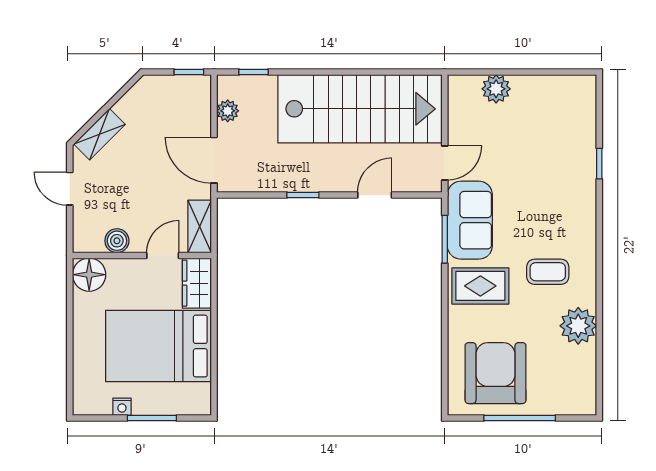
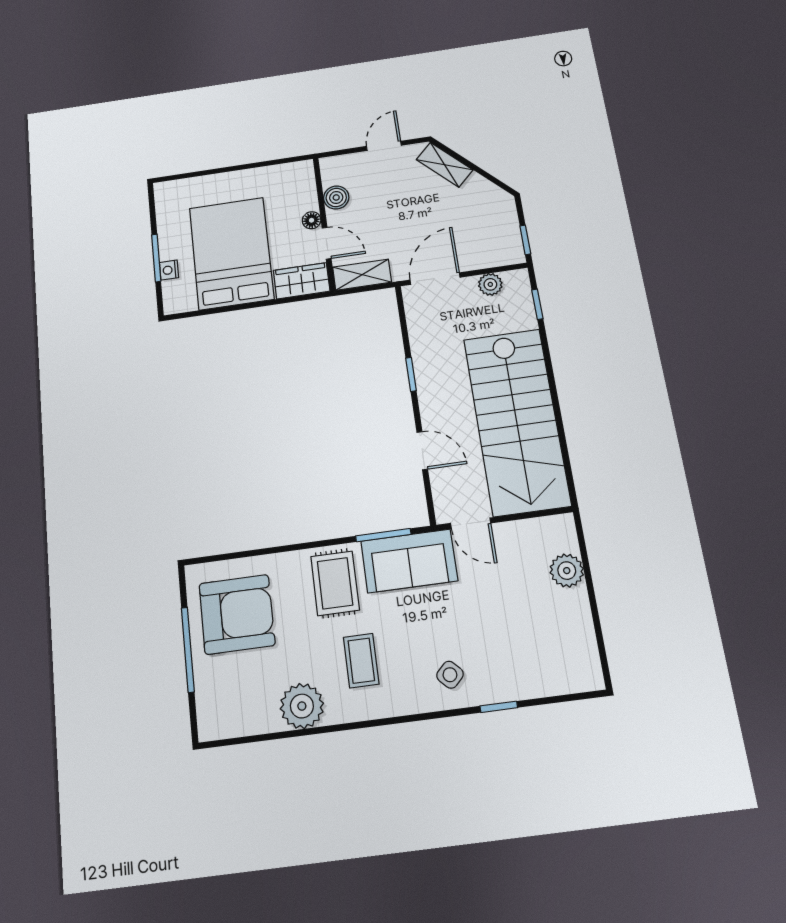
side table: (569, 200) -> (450, 675), added
floor lamp: (89, 275) -> (312, 220), moved, width x0.53, depth x0.53
nightstand: (122, 407) -> (169, 270), moved

